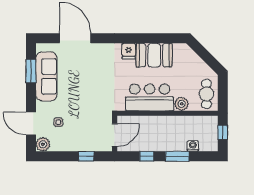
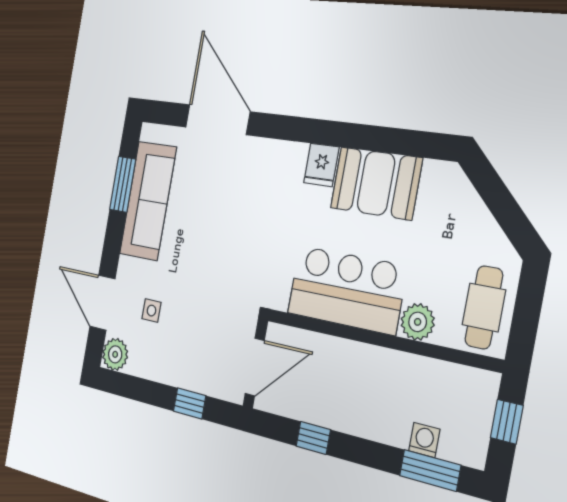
window: (177, 156) -> (430, 470), moved

